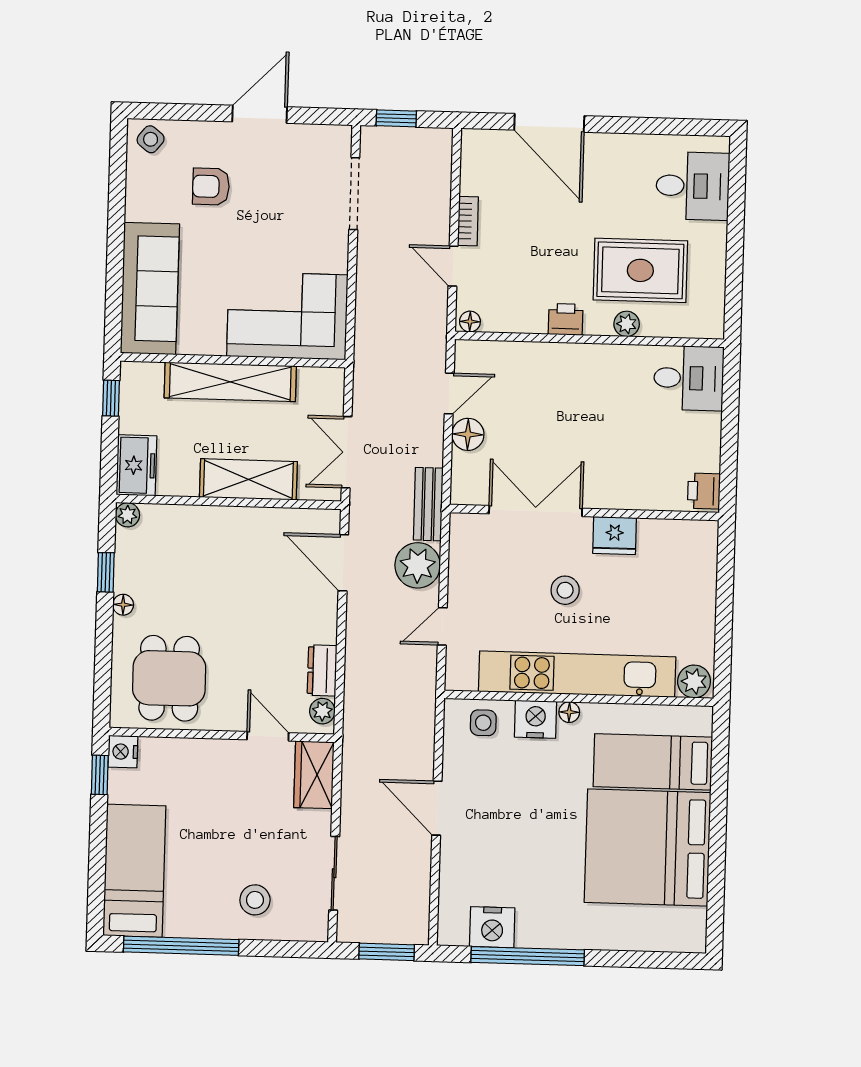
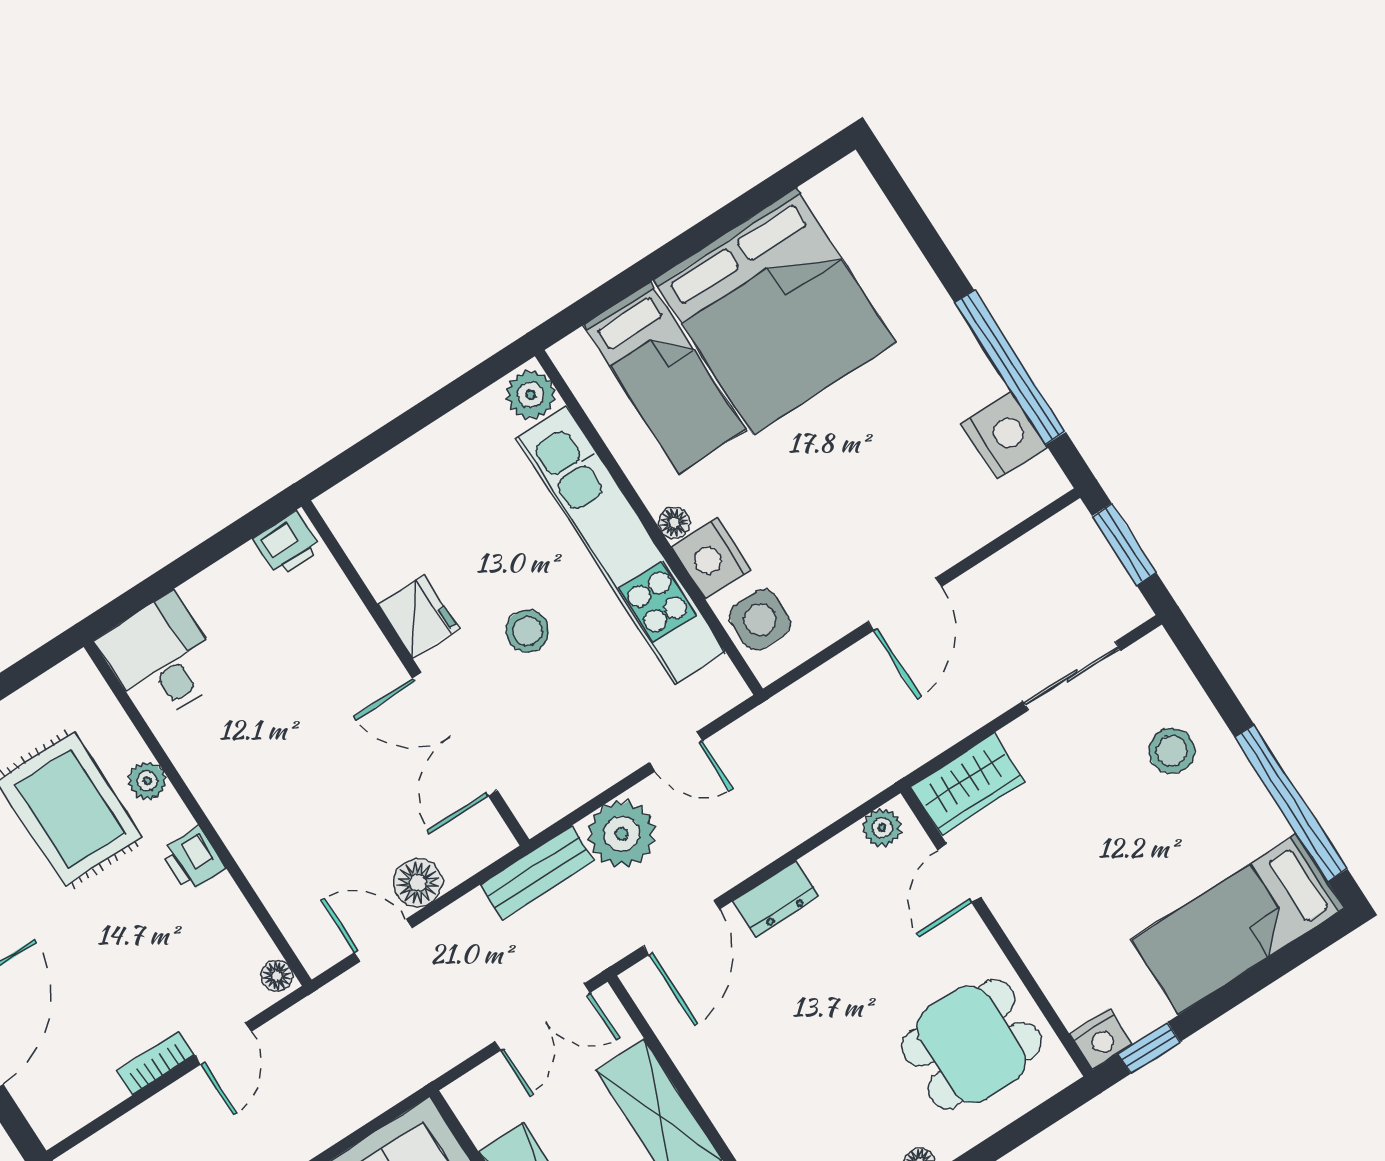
dresser: (322, 670) -> (776, 898), moved
side table: (483, 723) -> (760, 620), width x1.37, depth x1.37

